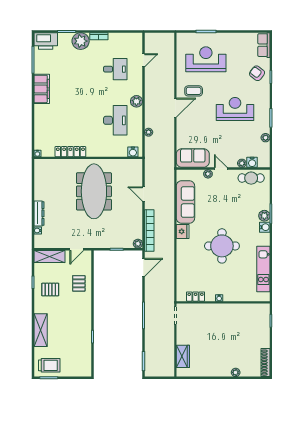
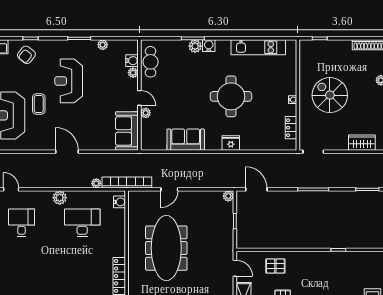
coffee table: (194, 91) -> (39, 104), moved
door: (221, 169) -> (139, 98), swing flipped
meeting table: (94, 191) -> (166, 248), turned 90
sofa: (185, 202) -> (186, 140), width x0.73
bookcase: (149, 231) -> (127, 183), moved
fridge: (183, 231) -> (231, 143), moved
spiral stairs: (223, 329) -> (330, 95), added

